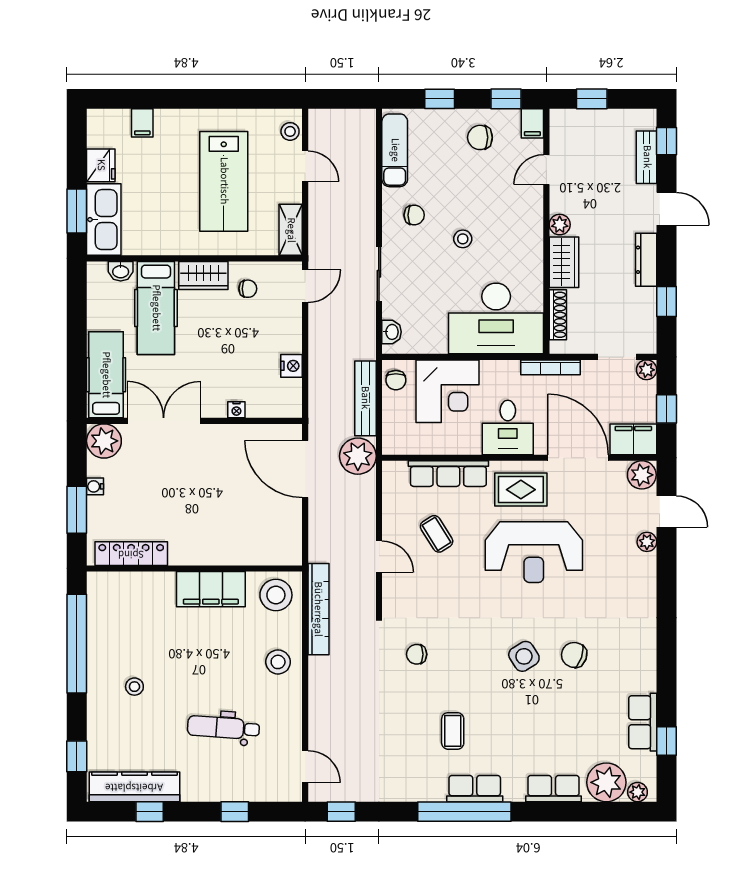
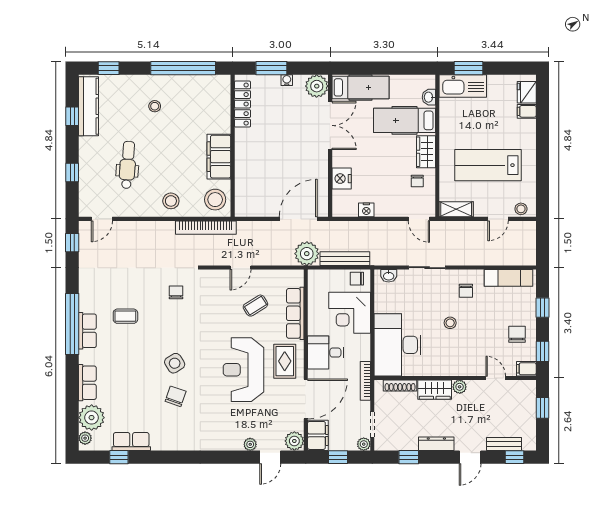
fridge: (101, 165) -> (527, 92), moved, turned 90
nightstand: (236, 410) -> (342, 179), width x1.89, depth x1.79

